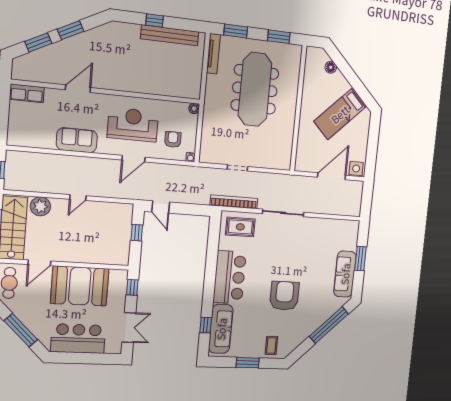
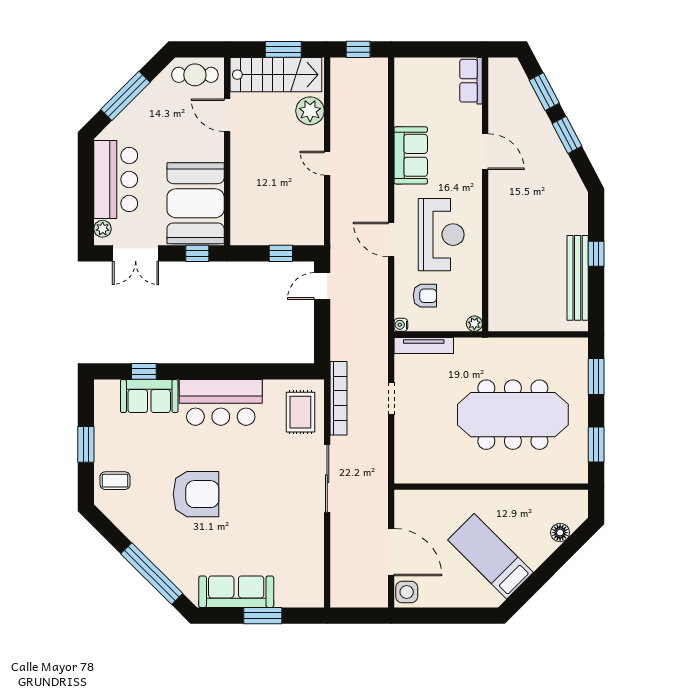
tv unit: (213, 54) -> (424, 345), moved
booth: (80, 286) -> (196, 203), moved
sofa: (221, 329) -> (149, 396), width x0.73
plant: (111, 348) -> (103, 229), added

